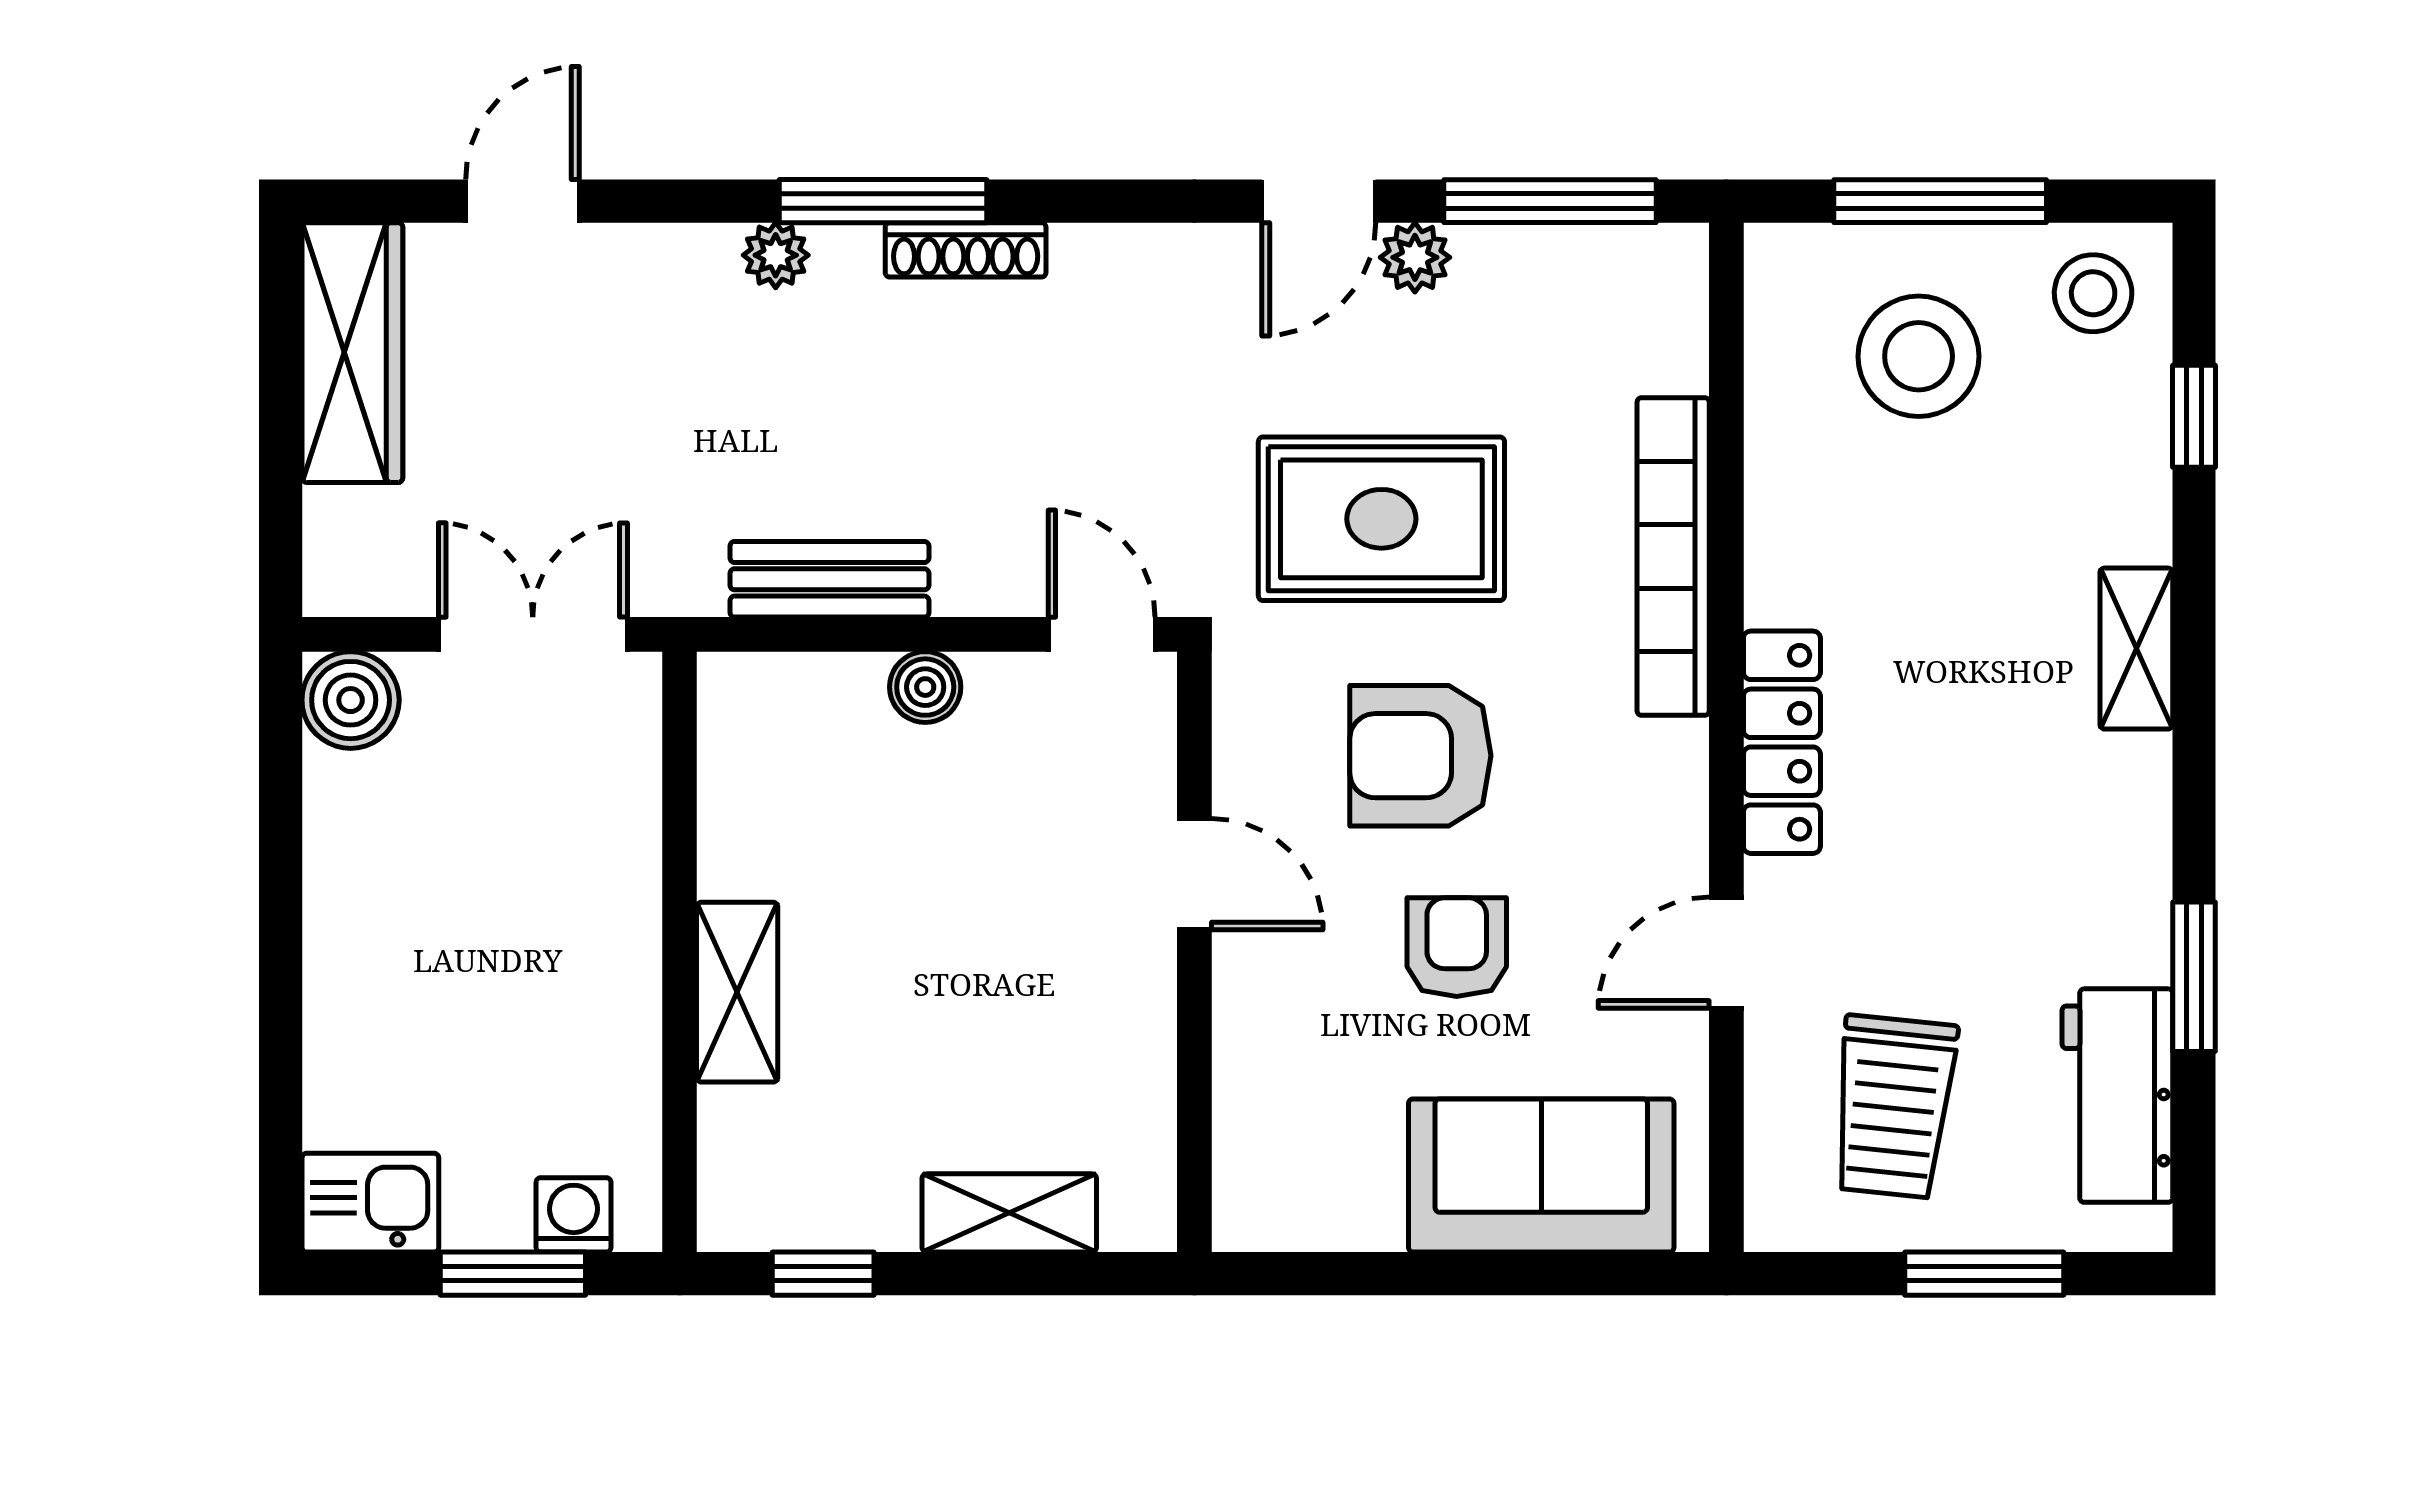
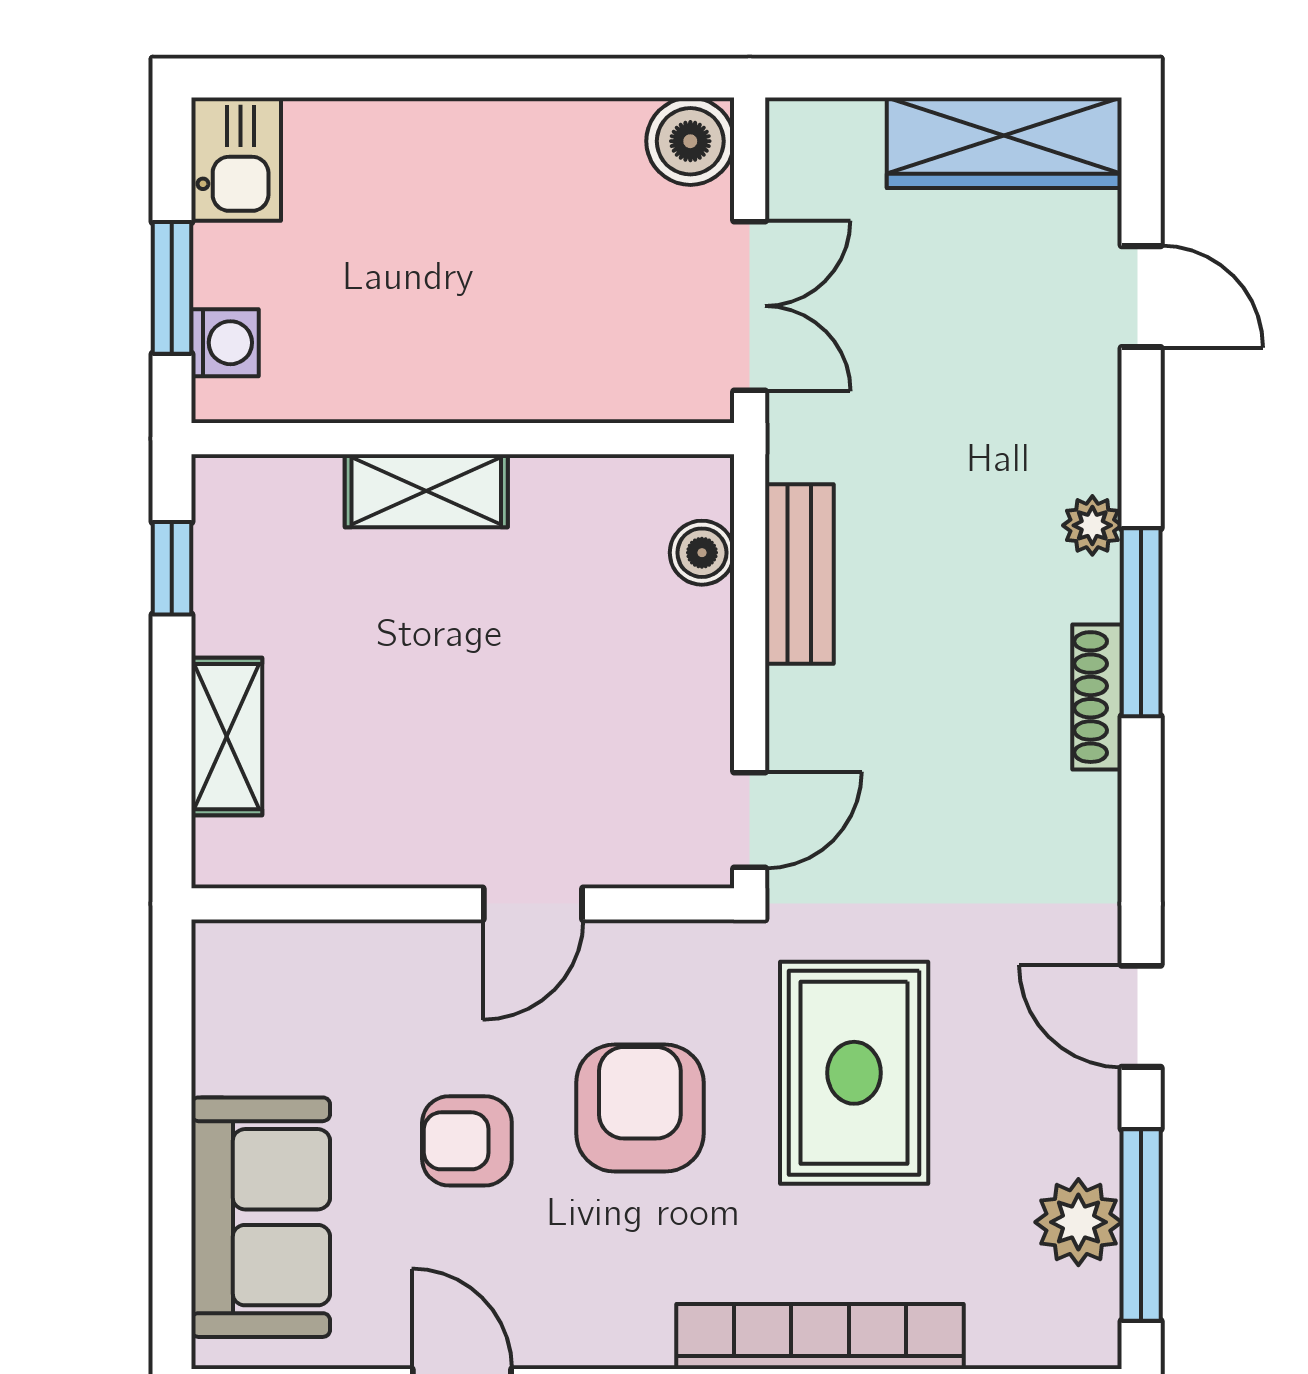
plant: (1415, 257) -> (1078, 1222), moved, width x1.38, depth x1.38
boiler: (925, 687) -> (702, 553), moved
armchair: (1457, 947) -> (467, 1141), turned 180

